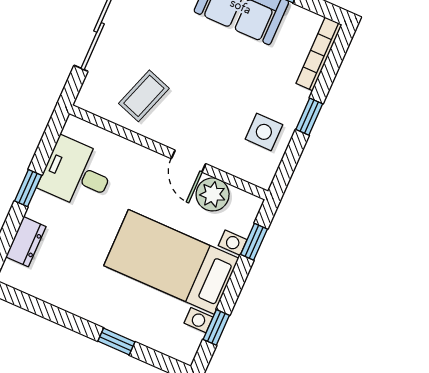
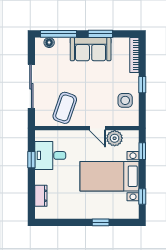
coffee table: (144, 96) -> (65, 108), width x1.36, depth x1.30
window: (28, 188) -> (31, 160), moved

